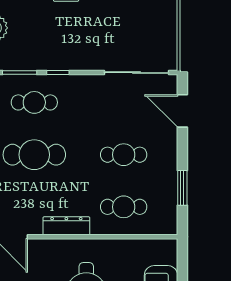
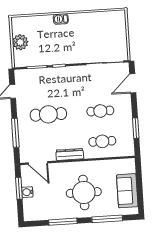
cafe table: (34, 102) -> (46, 84), removed
door: (182, 111) -> (133, 83), hinge flipped

